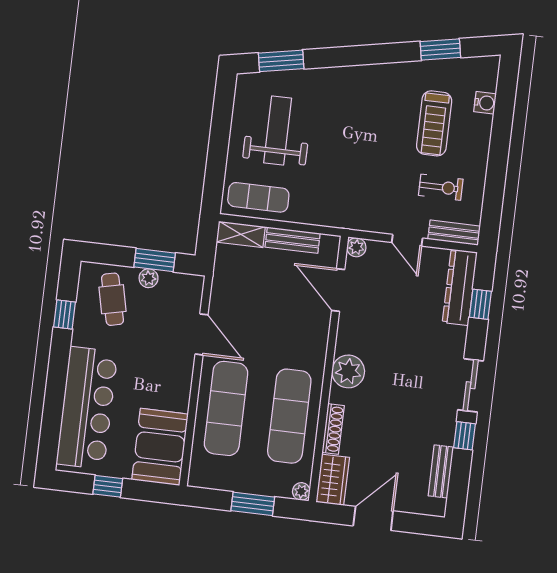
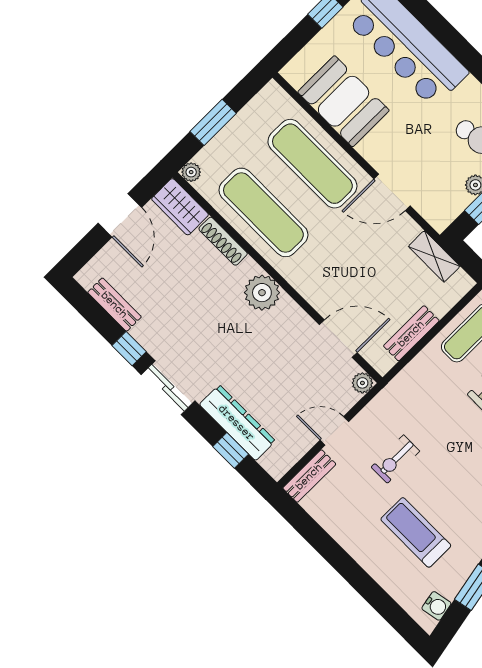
water cooler: (485, 103) -> (436, 606), moved, turned -101
exercise bike: (441, 187) -> (395, 459), moved
shelving: (241, 234) -> (434, 256), moved, turned 90
dresser: (460, 287) -> (237, 423), moved
booth: (160, 447) -> (344, 101), moved

